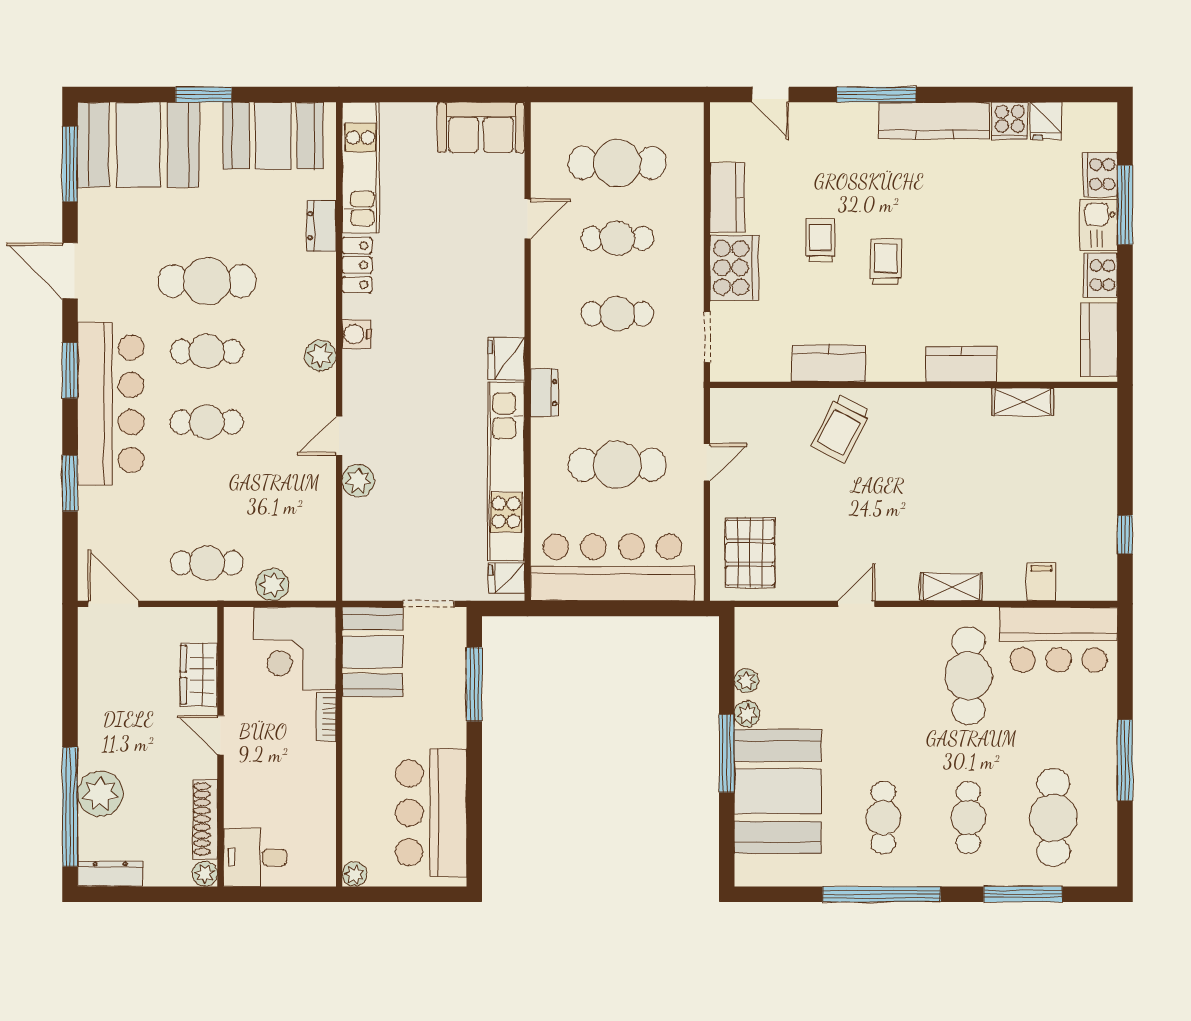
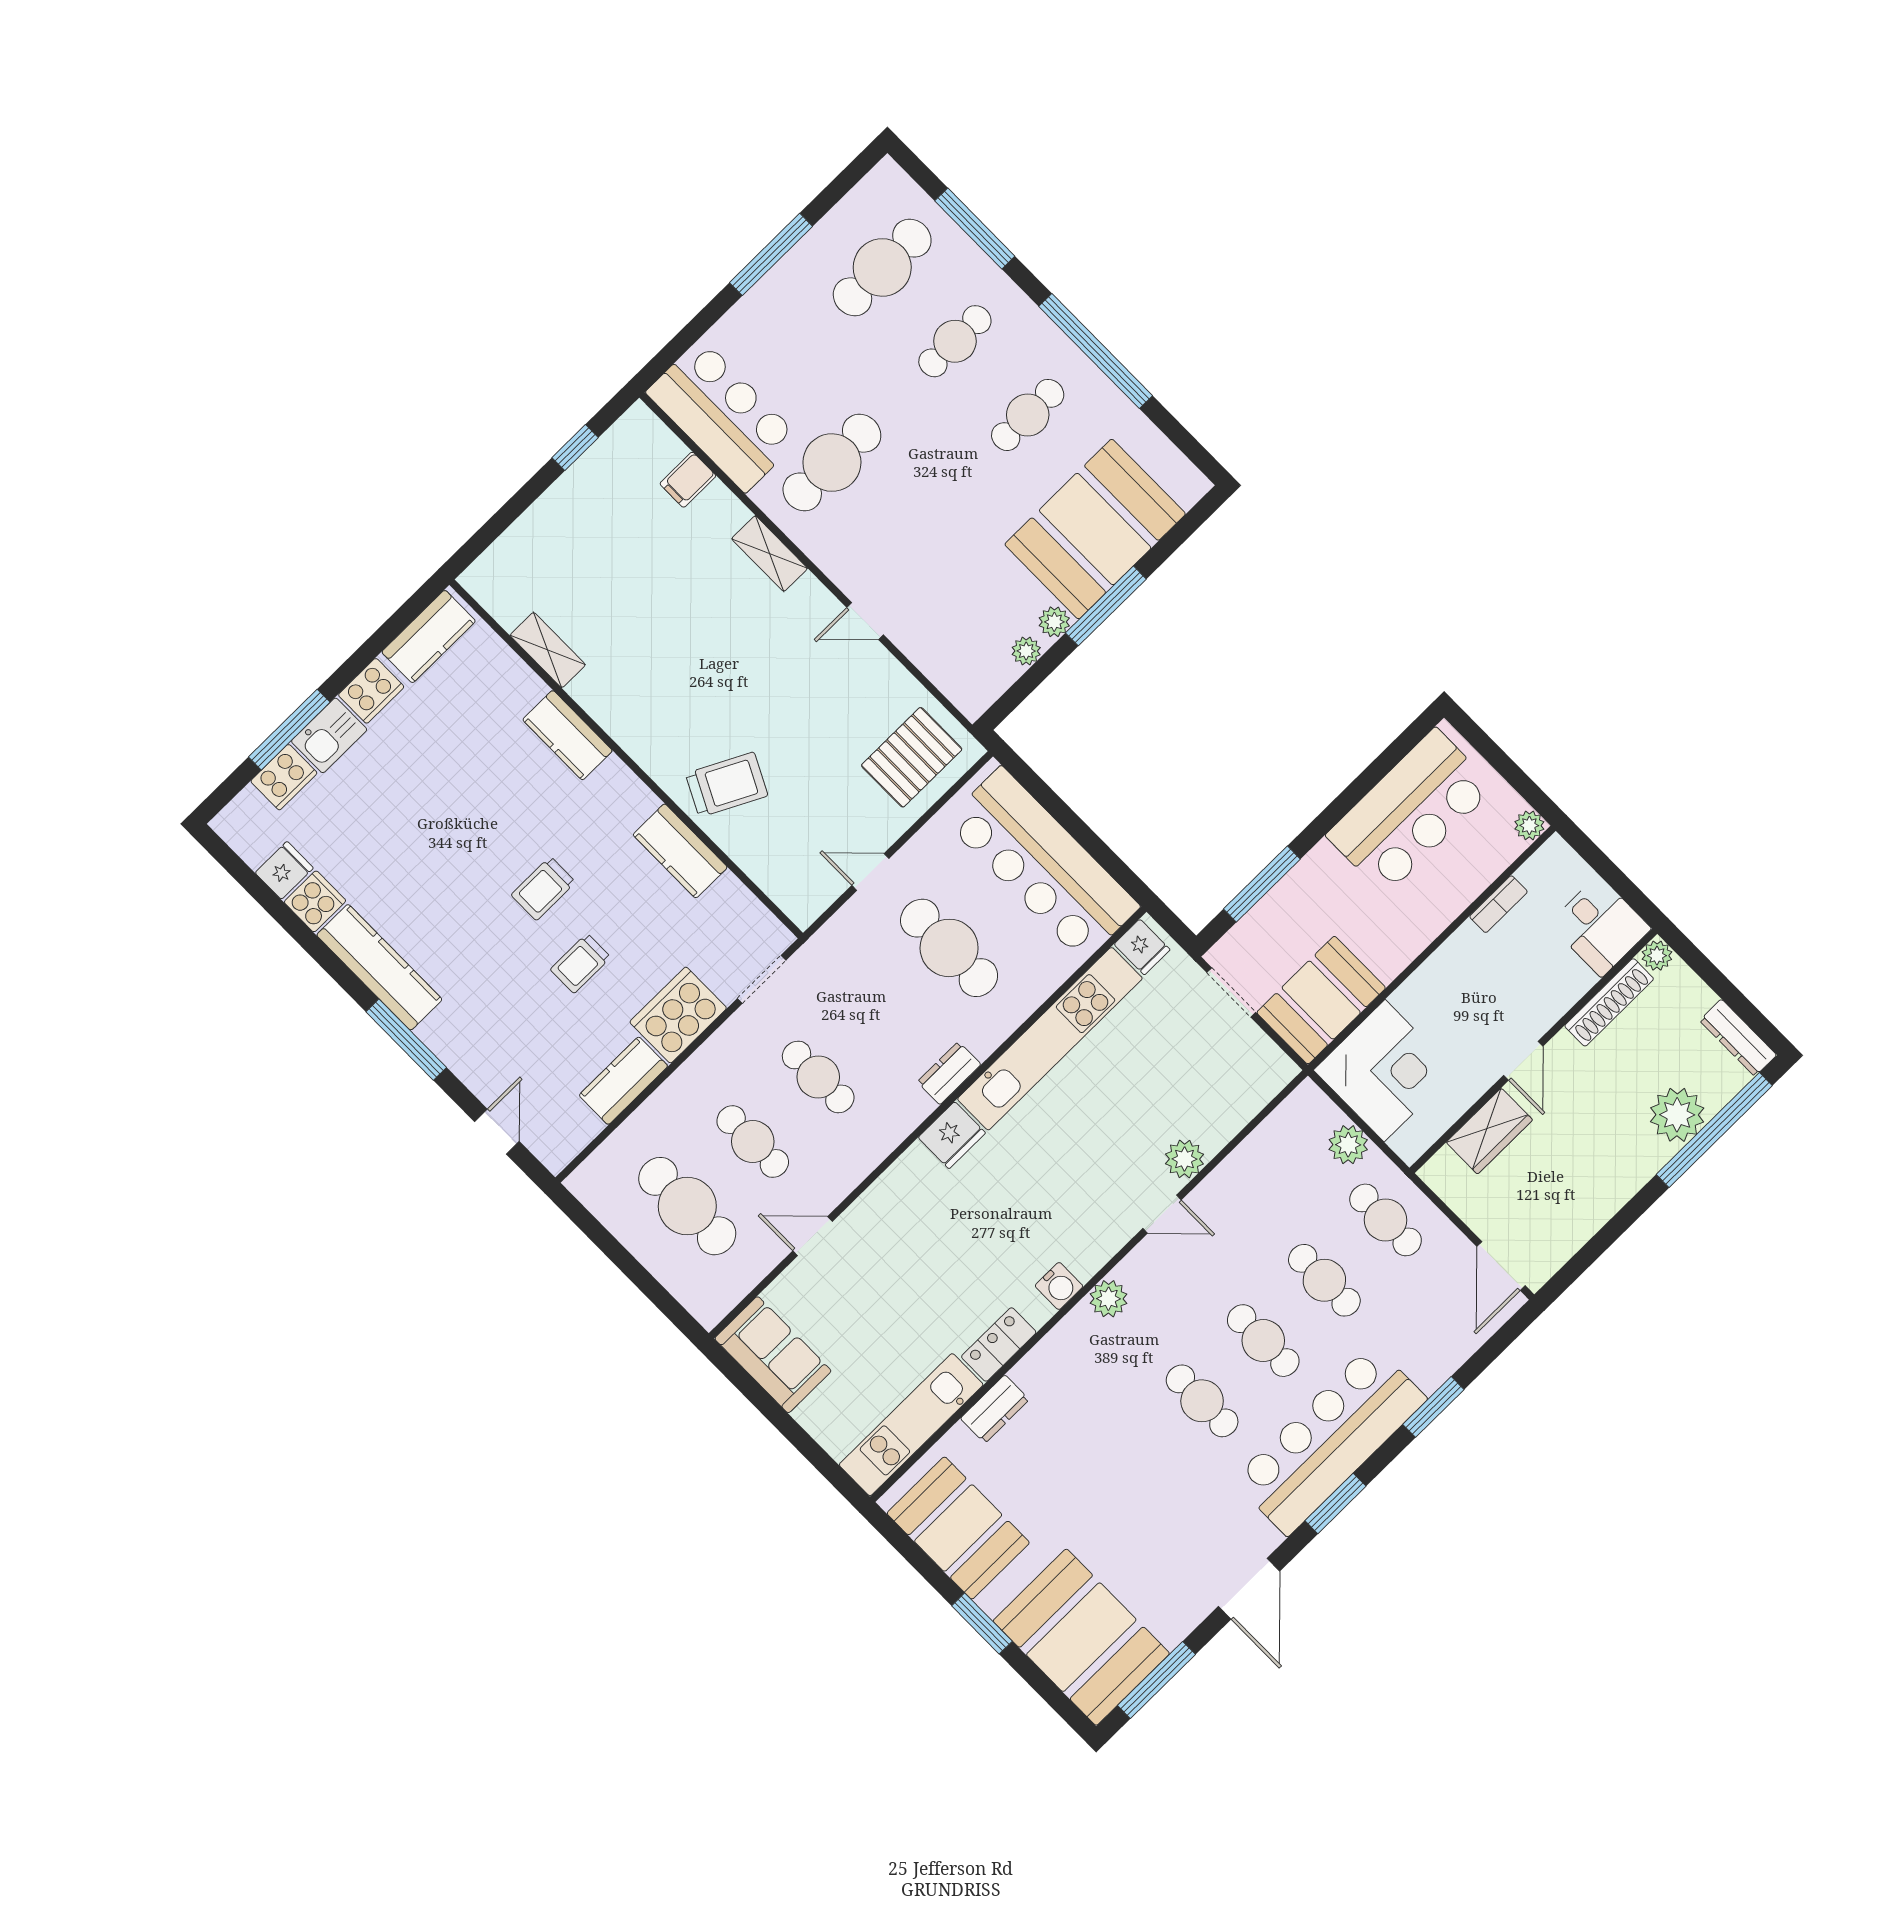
cafe table: (207, 281) -> (1324, 1280), moved, width x0.73, depth x0.74
bookcase: (326, 717) -> (1499, 904), moved

